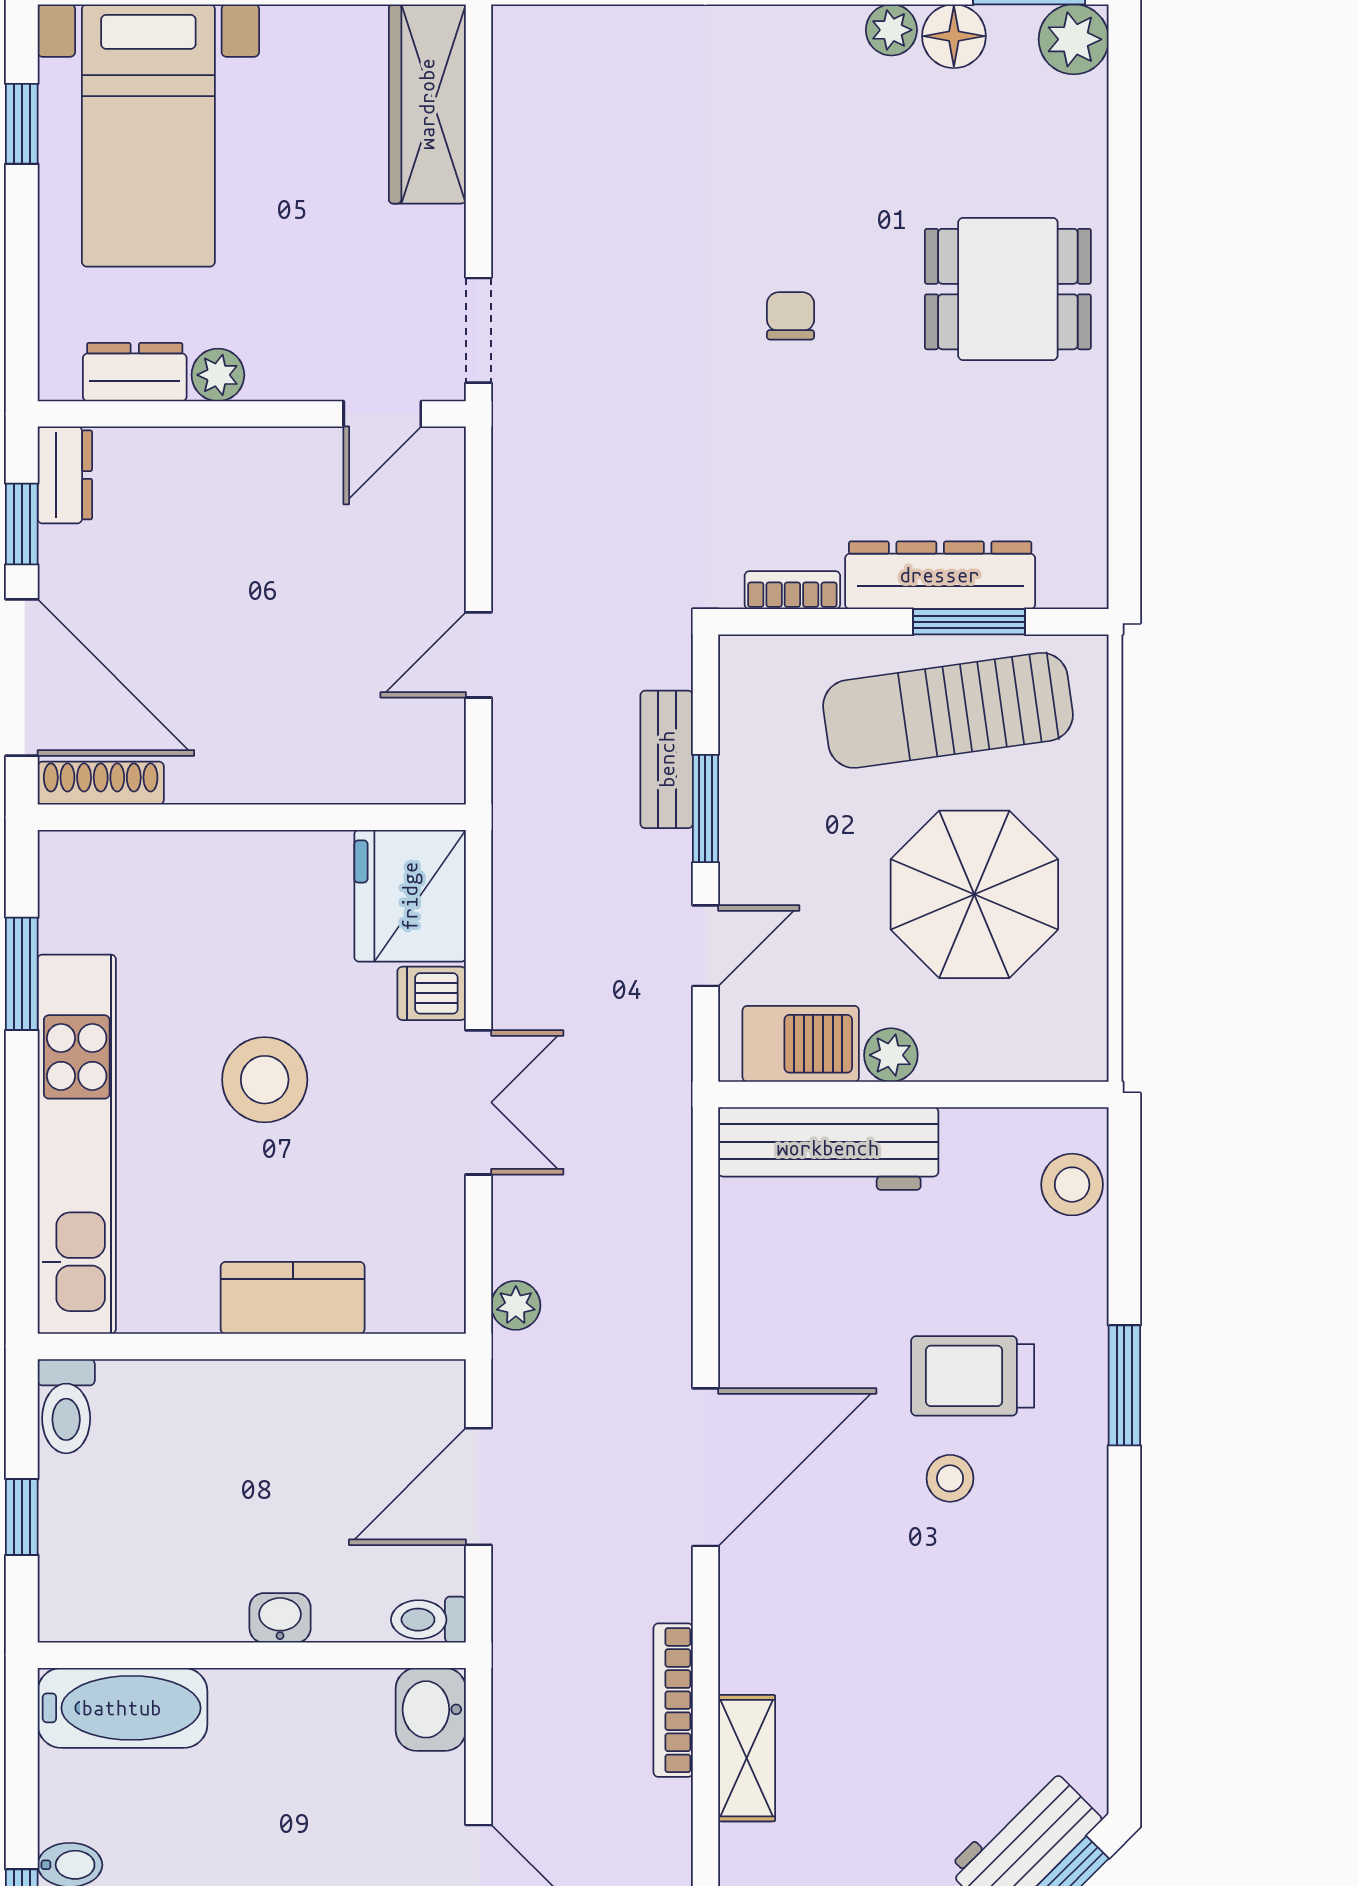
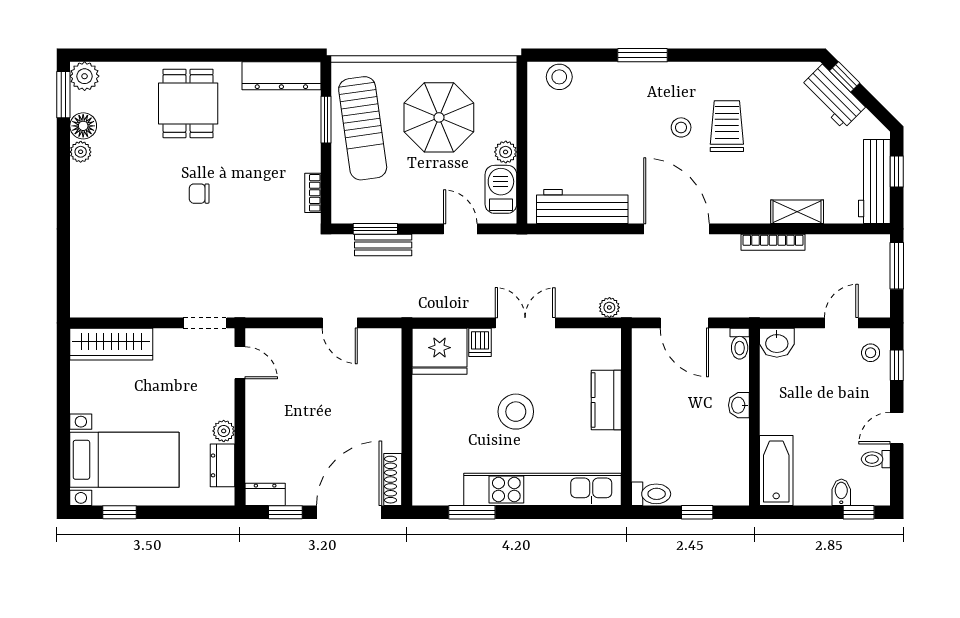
dresser: (940, 575) -> (281, 76), moved, turned -90
window: (705, 808) -> (375, 229), moved
workbench: (828, 1148) -> (582, 206), moved, turned -90
trolley: (973, 1376) -> (727, 126), moved, turned 180

